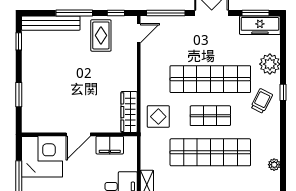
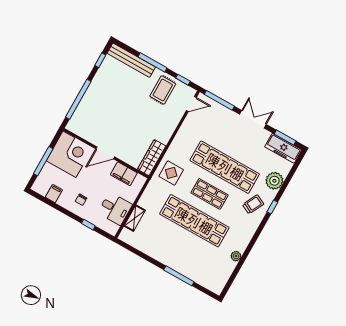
window: (19, 95) -> (78, 99), width x2.11

